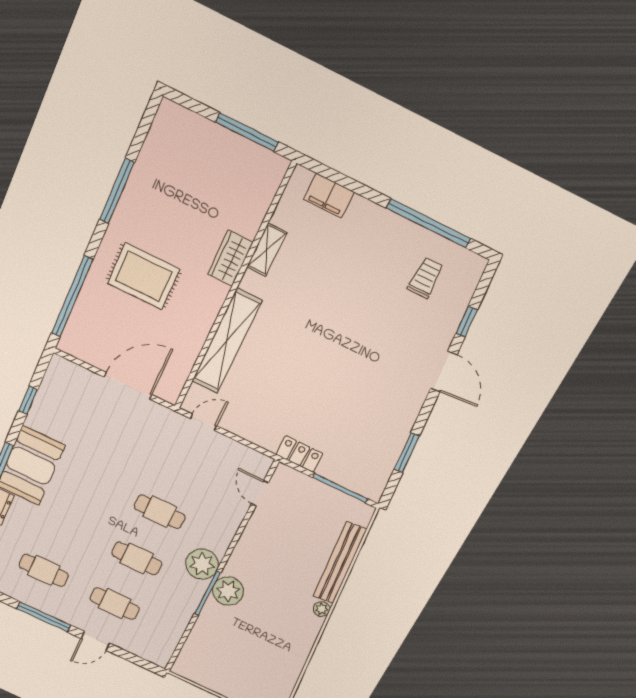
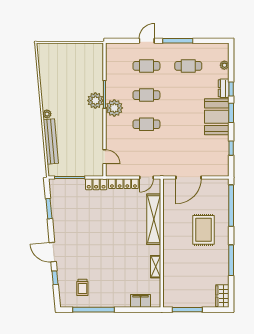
wardrobe: (230, 258) -> (222, 296), moved, turned 180
rug: (144, 276) -> (204, 230), turned 90
locker: (250, 431) -> (123, 184), added

